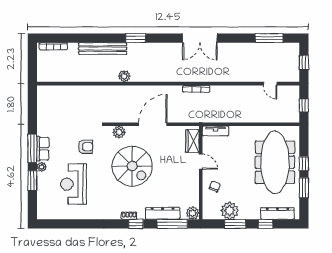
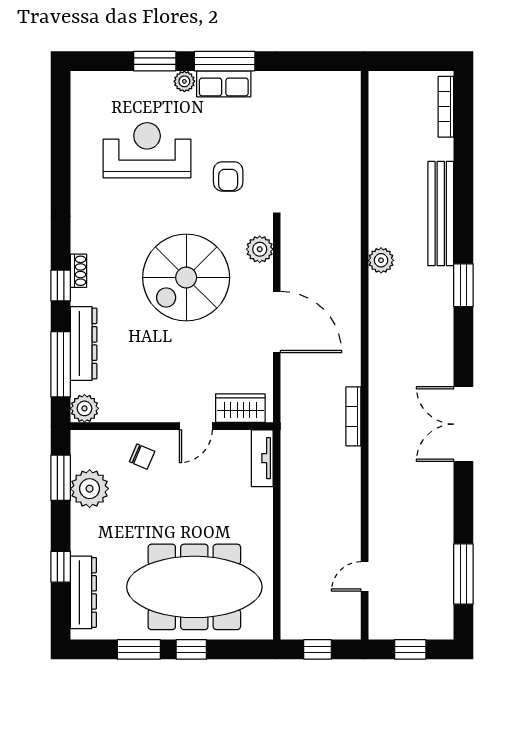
window: (235, 224) -> (61, 478), moved

